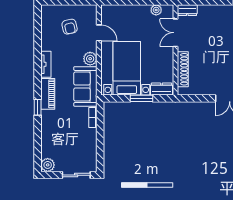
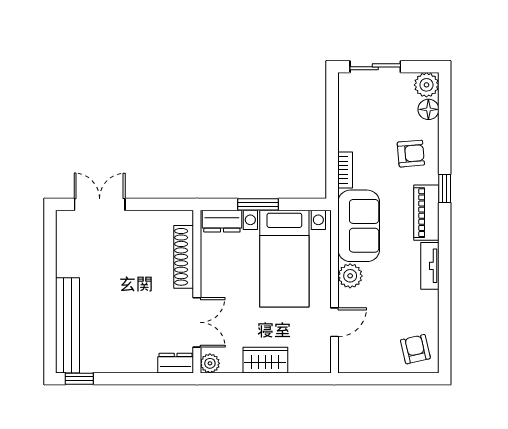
plant: (156, 10) -> (210, 363), moved
wardrobe: (137, 12) -> (265, 360), added
armchair: (70, 27) -> (415, 349), moved
door: (99, 33) -> (334, 322), swing flipped
armchair: (56, 127) -> (411, 154), added
floor lamp: (47, 151) -> (428, 109), added

